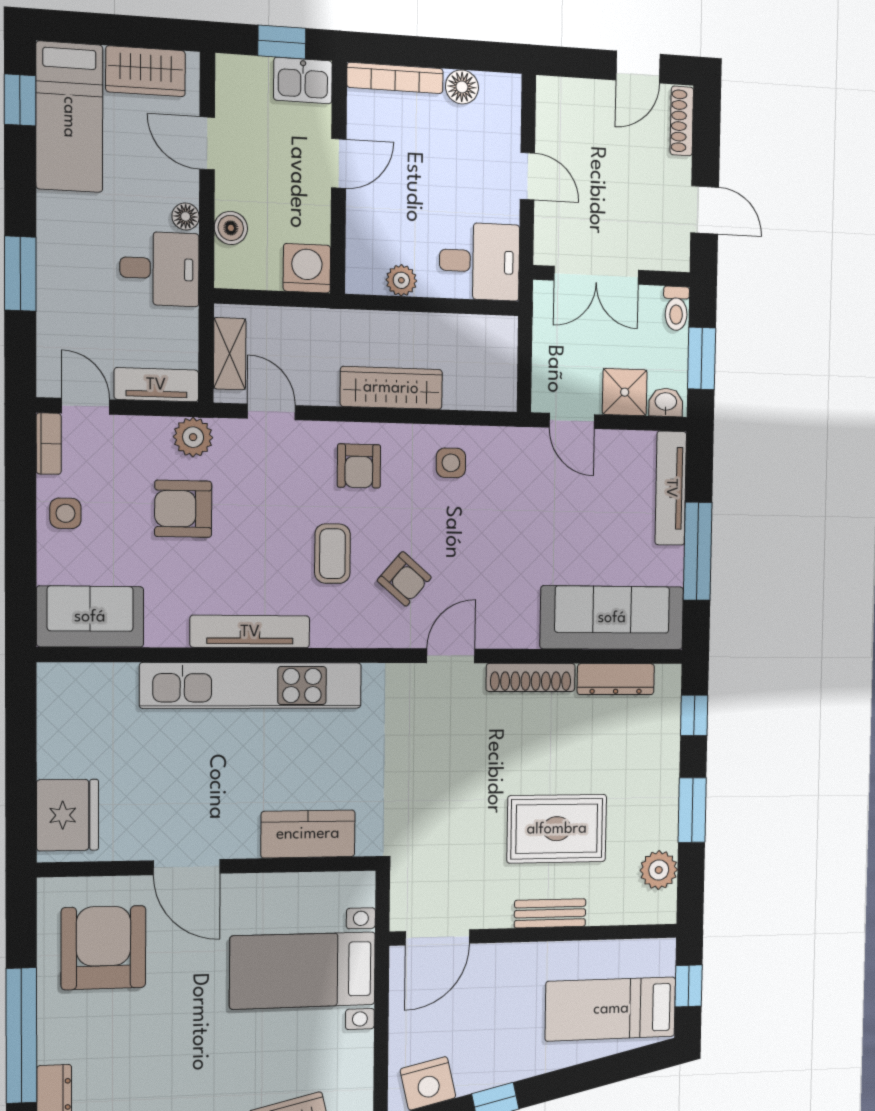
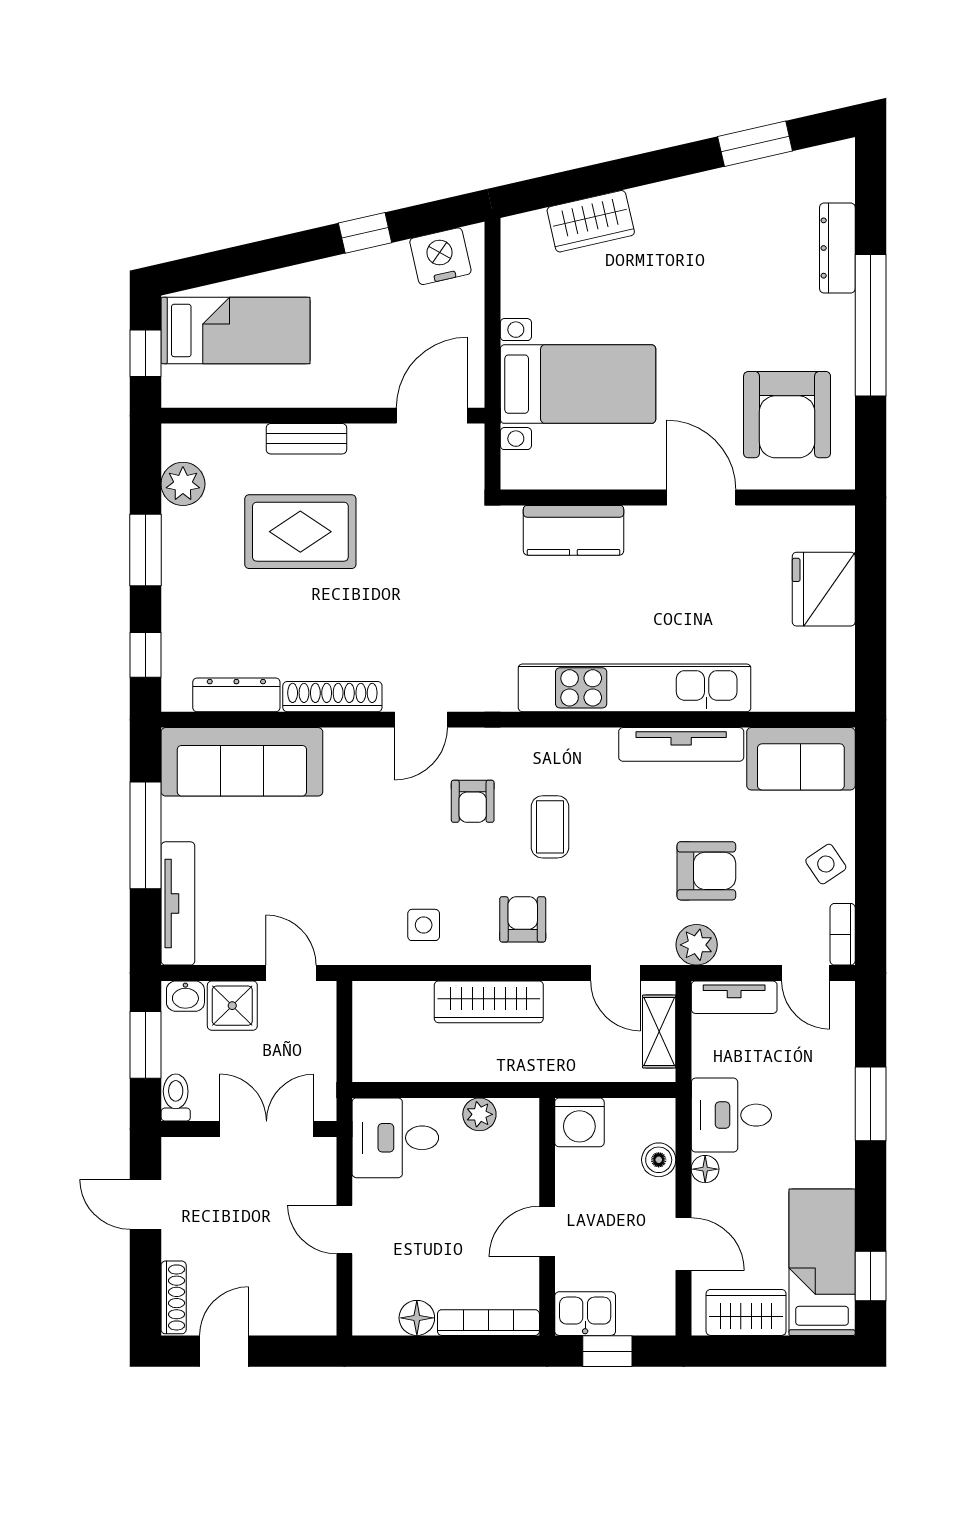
side table: (65, 513) -> (826, 864), turned -34
armchair: (404, 579) -> (473, 801), turned -131
tv unit: (250, 632) -> (681, 744), moved
fridge: (68, 815) -> (824, 589), moved

